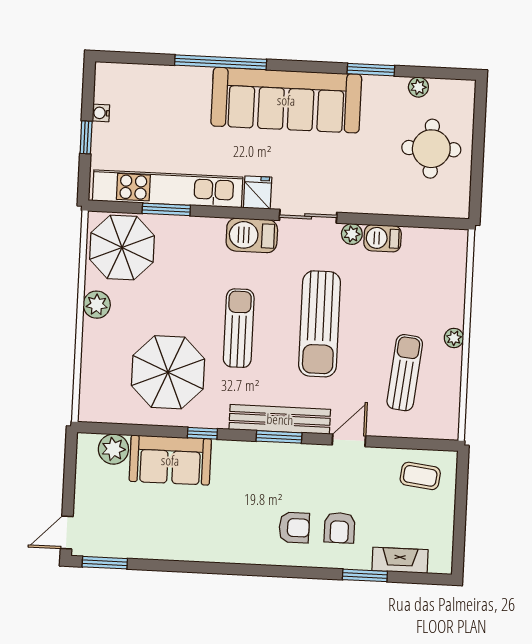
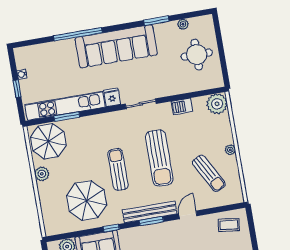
plant: (352, 234) -> (217, 104), moved, width x1.87, depth x1.87
barbecue: (252, 235) -> (114, 120), removed
sun lounger: (405, 373) -> (209, 173), turned 145

